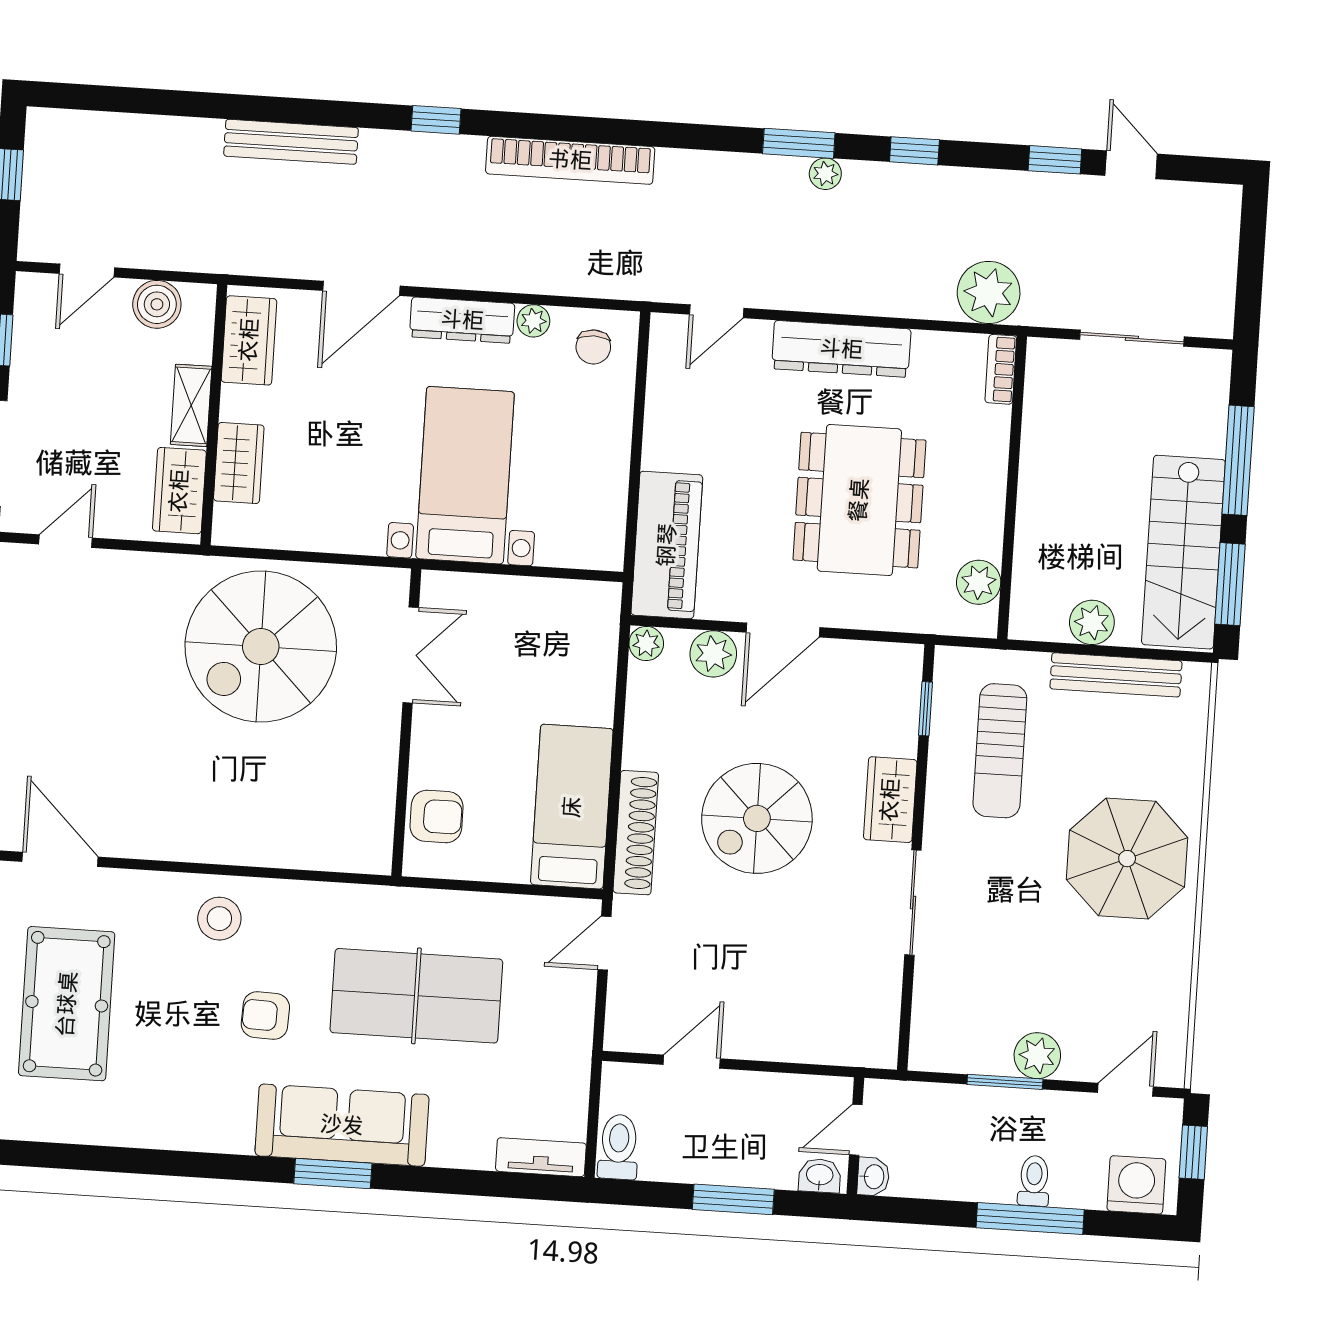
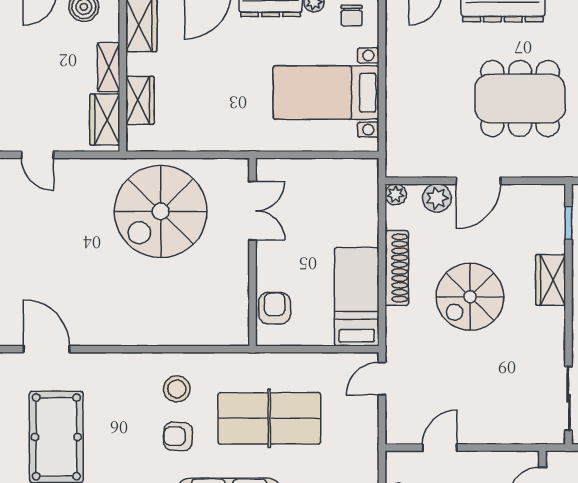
bed with nightstands: (465, 475) -> (326, 93), moved, turned -90
dining table: (859, 500) -> (520, 98), turned 90
door: (66, 541) -> (37, 155), swing flipped
piano: (667, 545) -> (404, 133), removed
armchair: (436, 816) -> (275, 308), turned -90
shoe rack: (636, 833) -> (397, 268), moved
sliding door: (913, 903) -> (568, 398), moved
stool: (219, 919) -> (177, 389), moved

